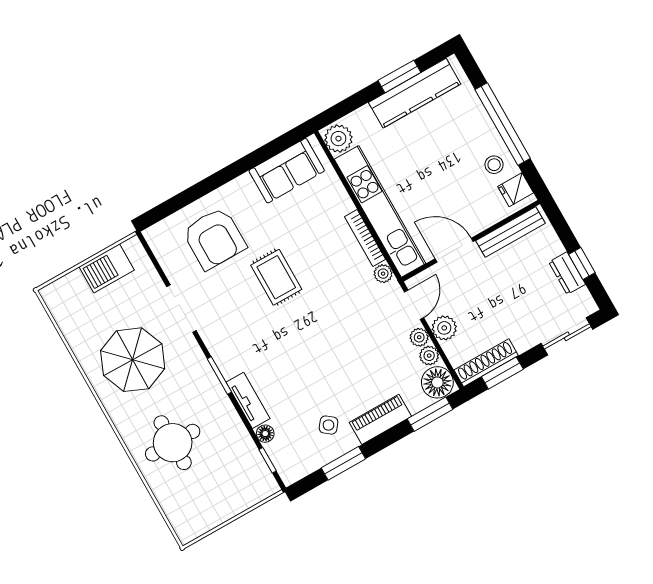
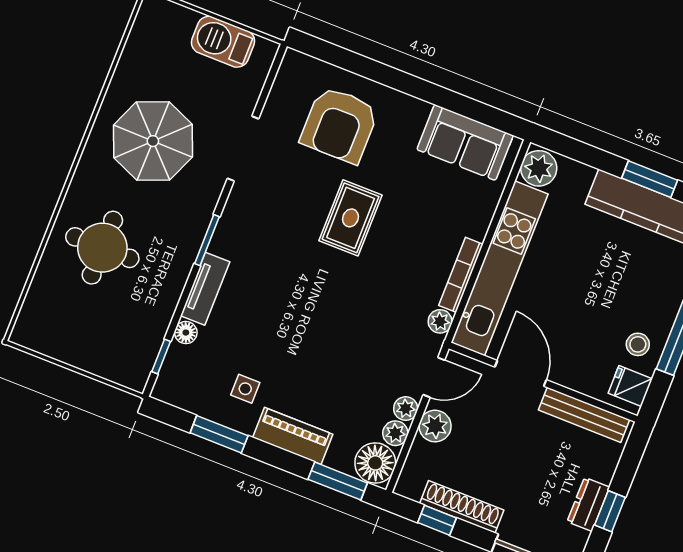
shoe rack: (486, 363) -> (462, 507), moved
window: (502, 373) -> (437, 520), width x0.67
side table: (328, 425) -> (245, 389), turned -38

